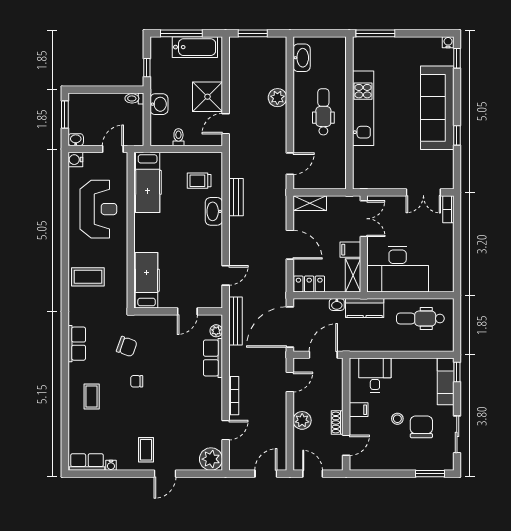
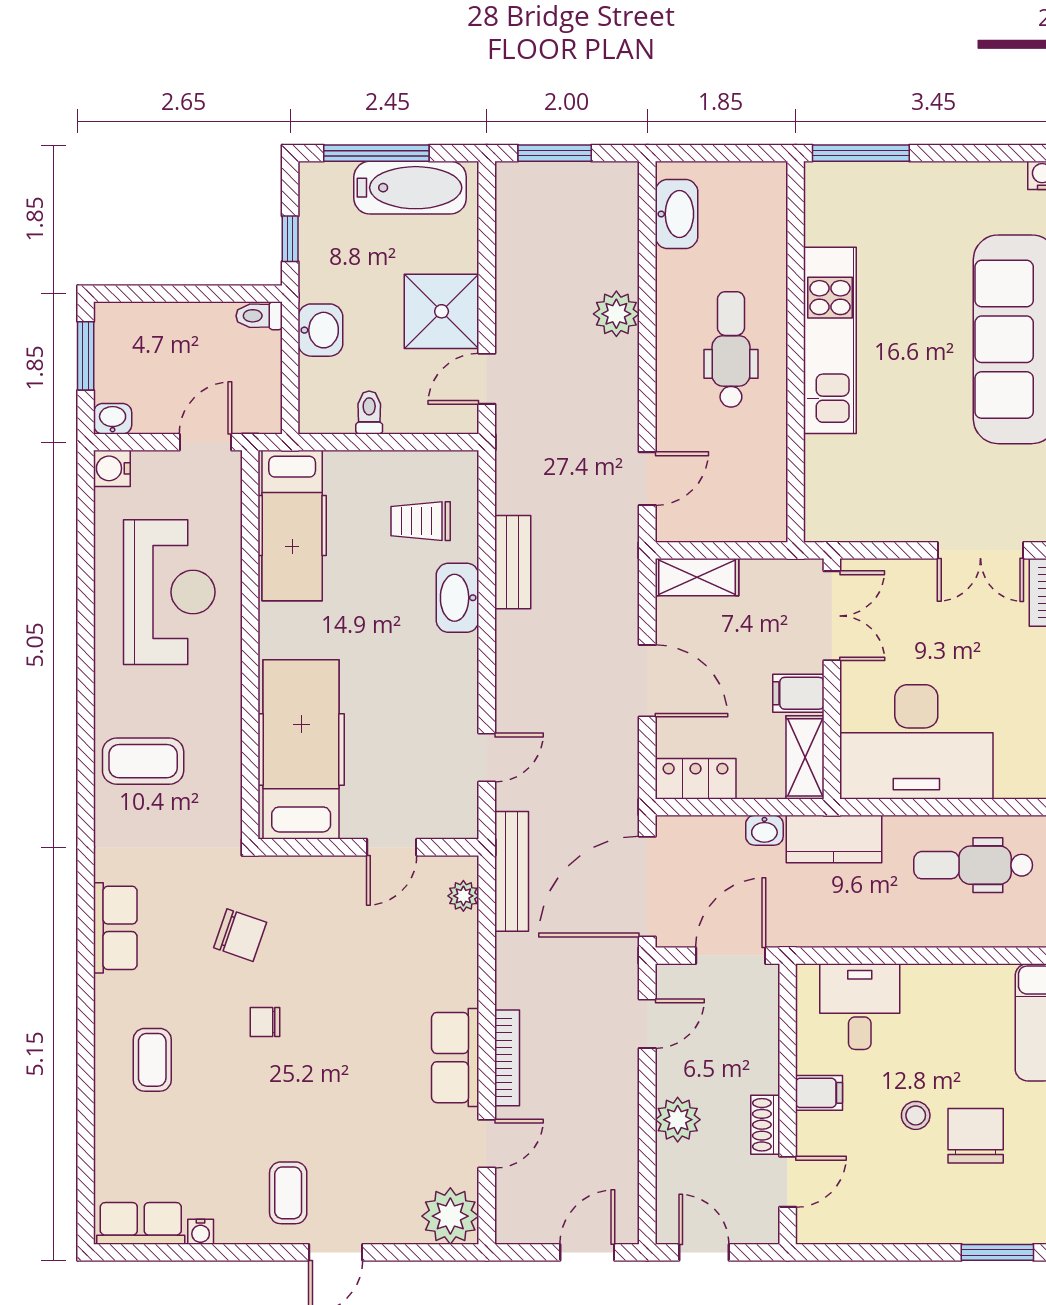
hospital bed: (147, 280) -> (301, 749), width x1.37, depth x1.29
row of seats: (213, 358) -> (455, 1058), moved

